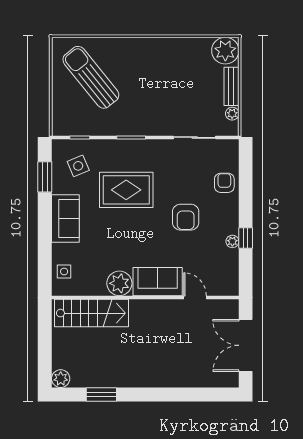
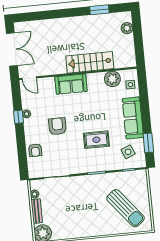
rug: (126, 190) -> (96, 140), width x0.73, depth x0.70
sofa: (65, 219) -> (133, 118), width x1.36
plant: (119, 283) -> (112, 79), moved
door: (195, 297) -> (29, 78), moved
stairs: (91, 313) -> (90, 62), moved
plant: (61, 379) -> (127, 28), moved

